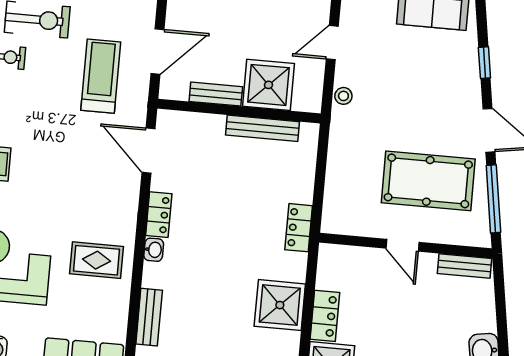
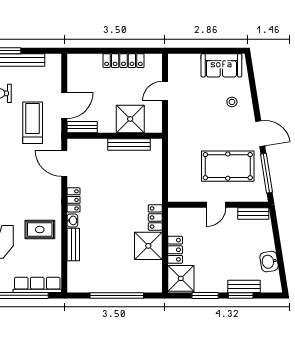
window: (484, 63) -> (254, 95), removed
bench: (216, 94) -> (82, 127), moved
stool: (343, 96) -> (232, 102), moved
locker: (299, 228) -> (155, 217), moved
door: (403, 245) -> (216, 205), hinge flipped
bench: (149, 317) -> (73, 245), moved

